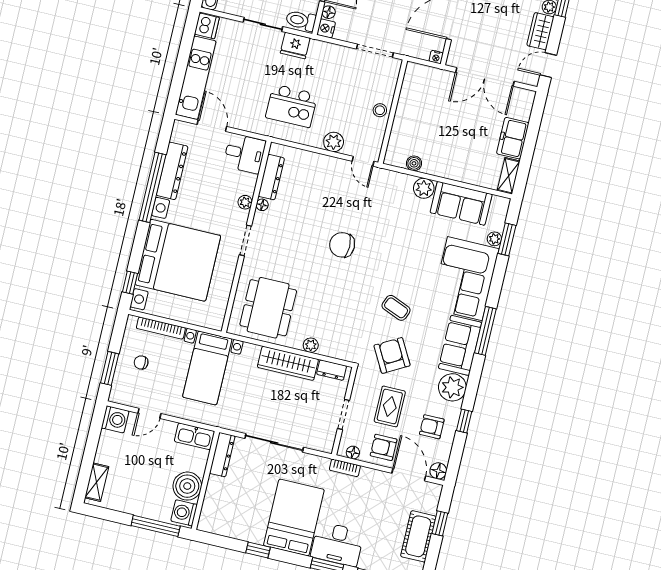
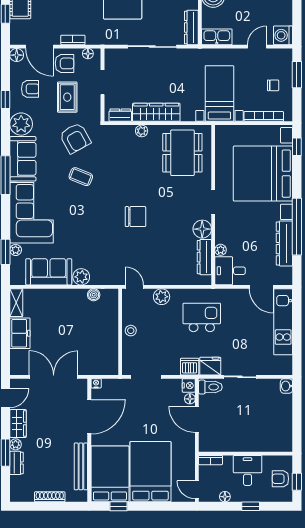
dishwasher: (207, 26) -> (190, 367), moved, turned 90
plant: (245, 202) -> (221, 250), moved
floor lamp: (262, 205) -> (202, 229), width x1.89, depth x1.89
bookcase: (345, 468) -> (73, 40), moved

